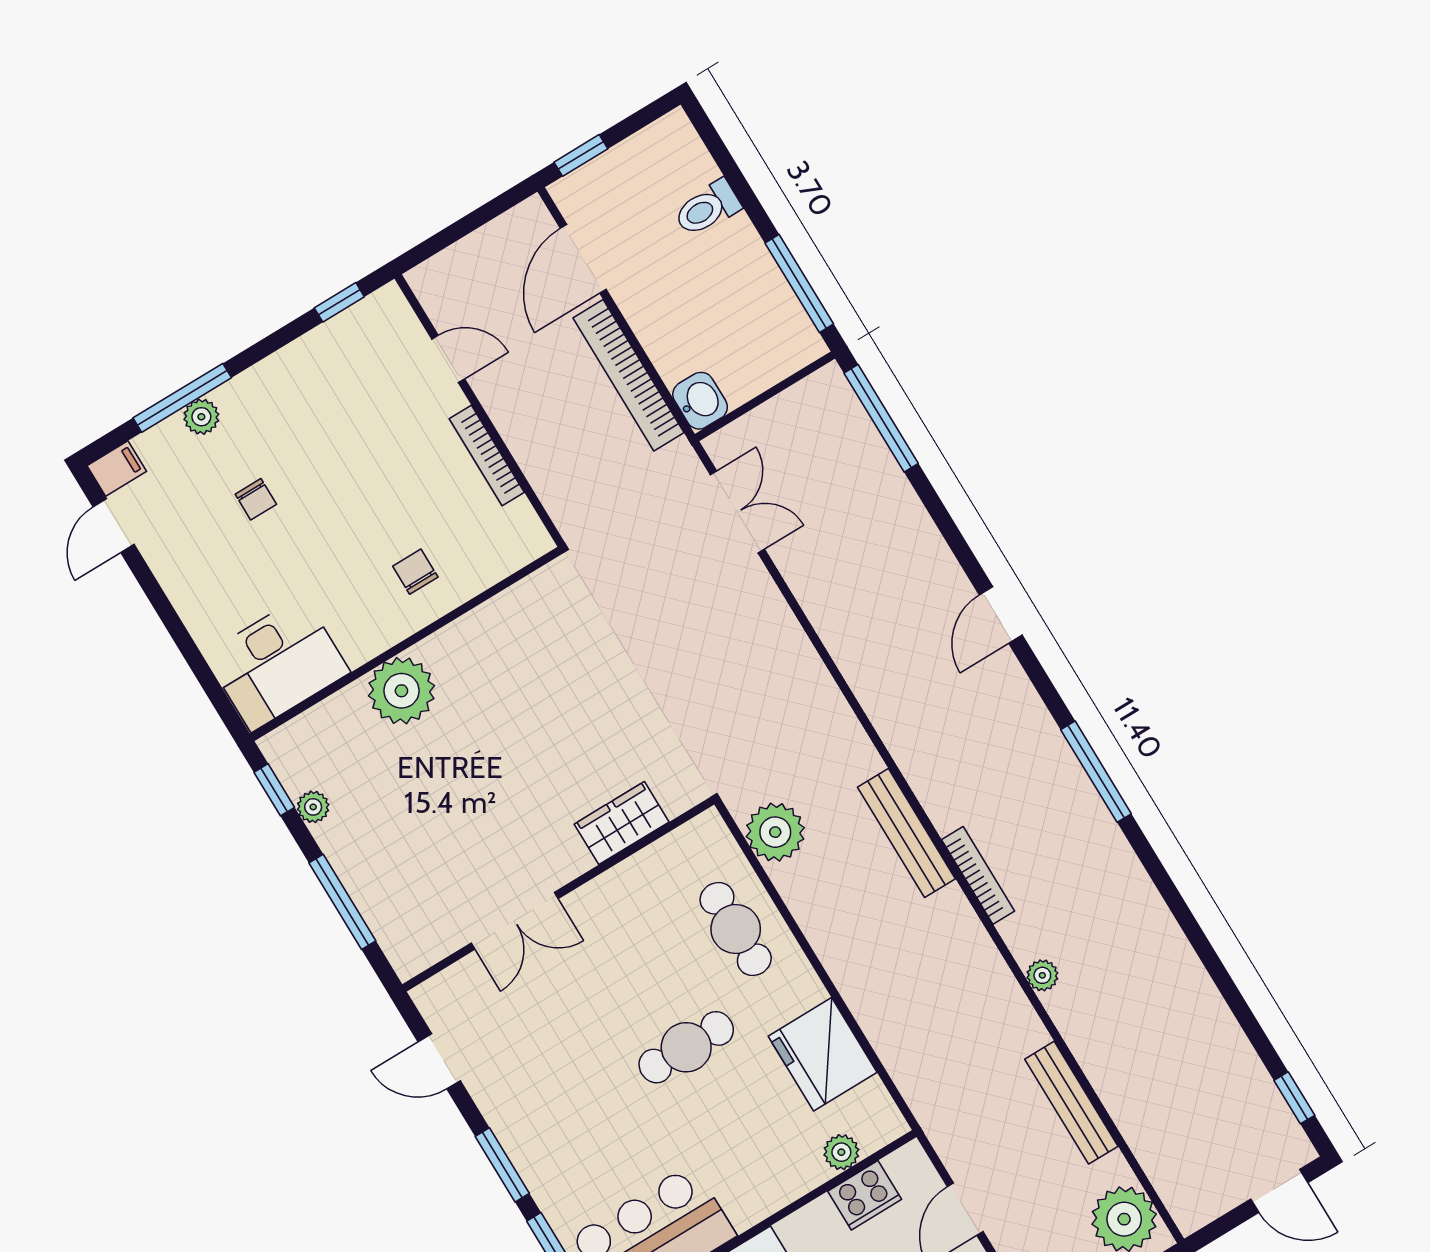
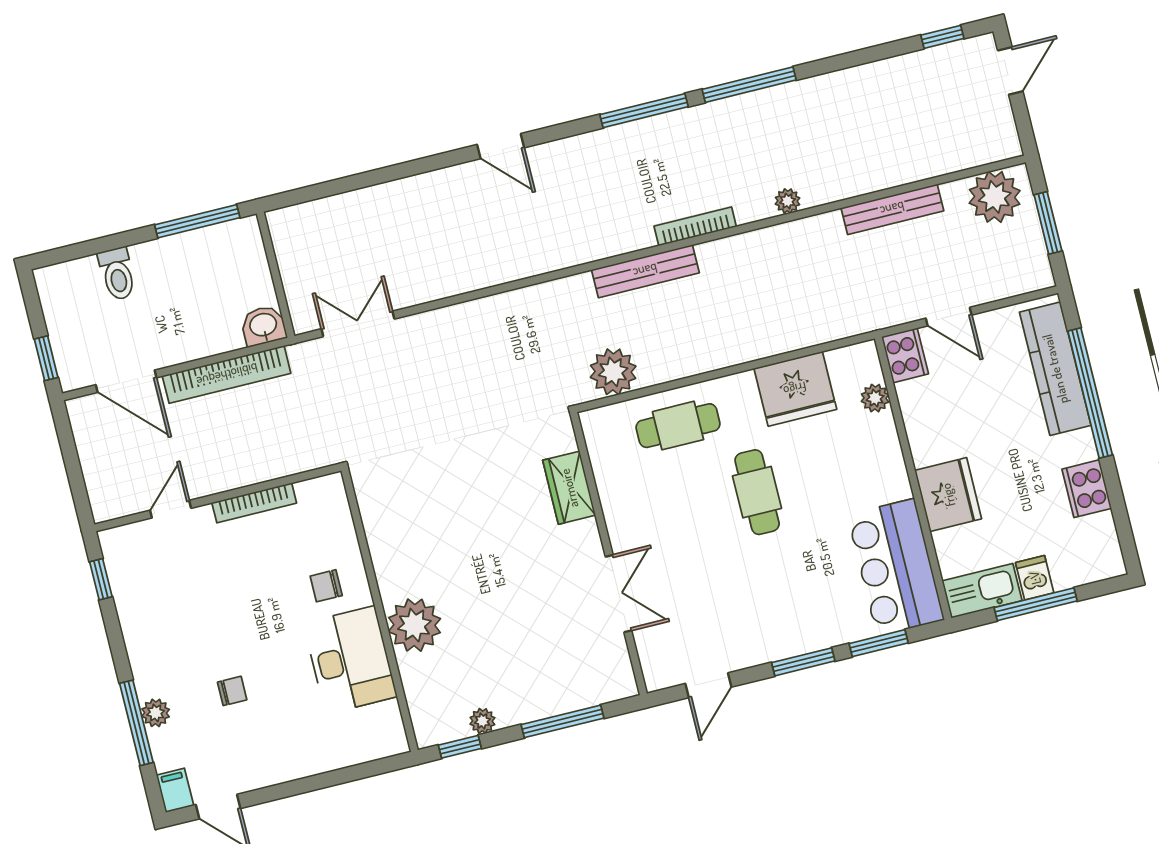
window: (881, 418) -> (749, 85), moved
desk: (277, 664) -> (350, 660), moved
cooker: (865, 1195) -> (905, 355), moved

